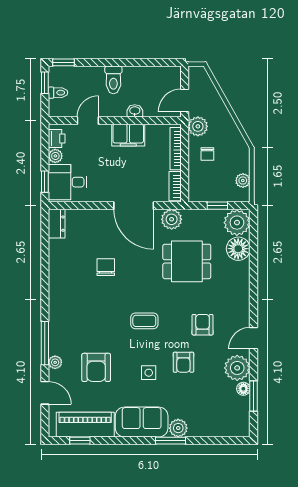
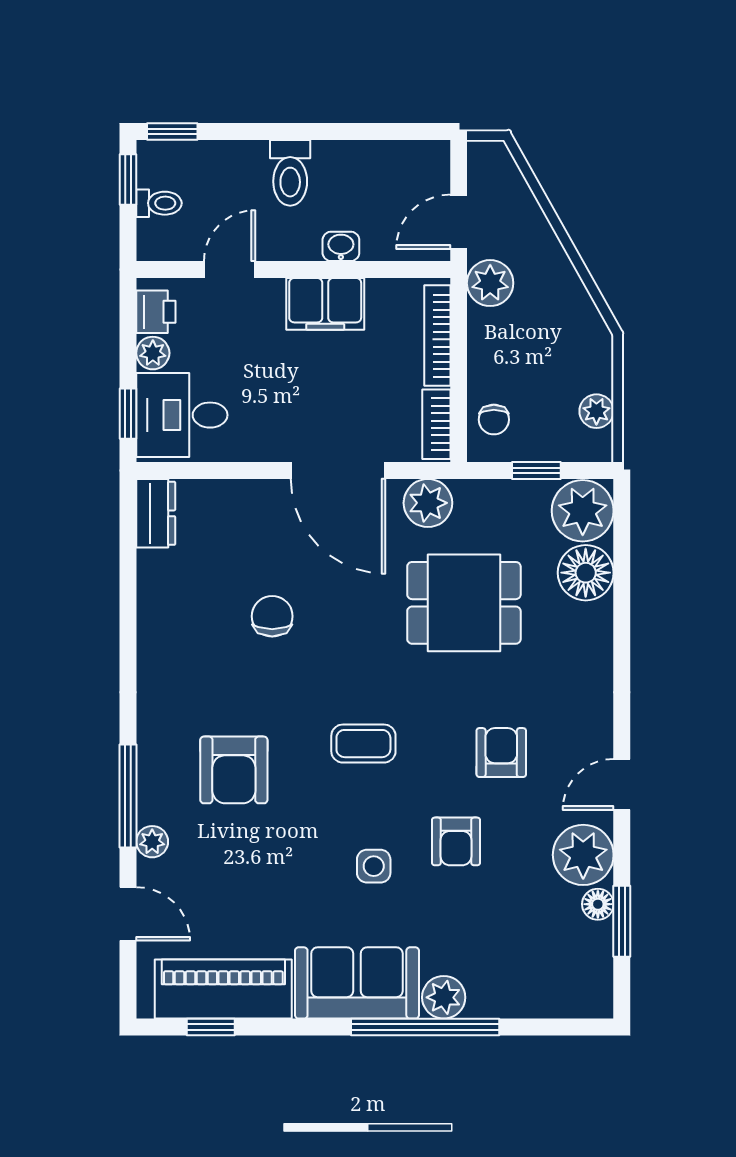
chair: (207, 154) -> (494, 420), moved
armchair: (96, 367) -> (234, 770), moved
window: (170, 441) -> (425, 1027), width x2.11

